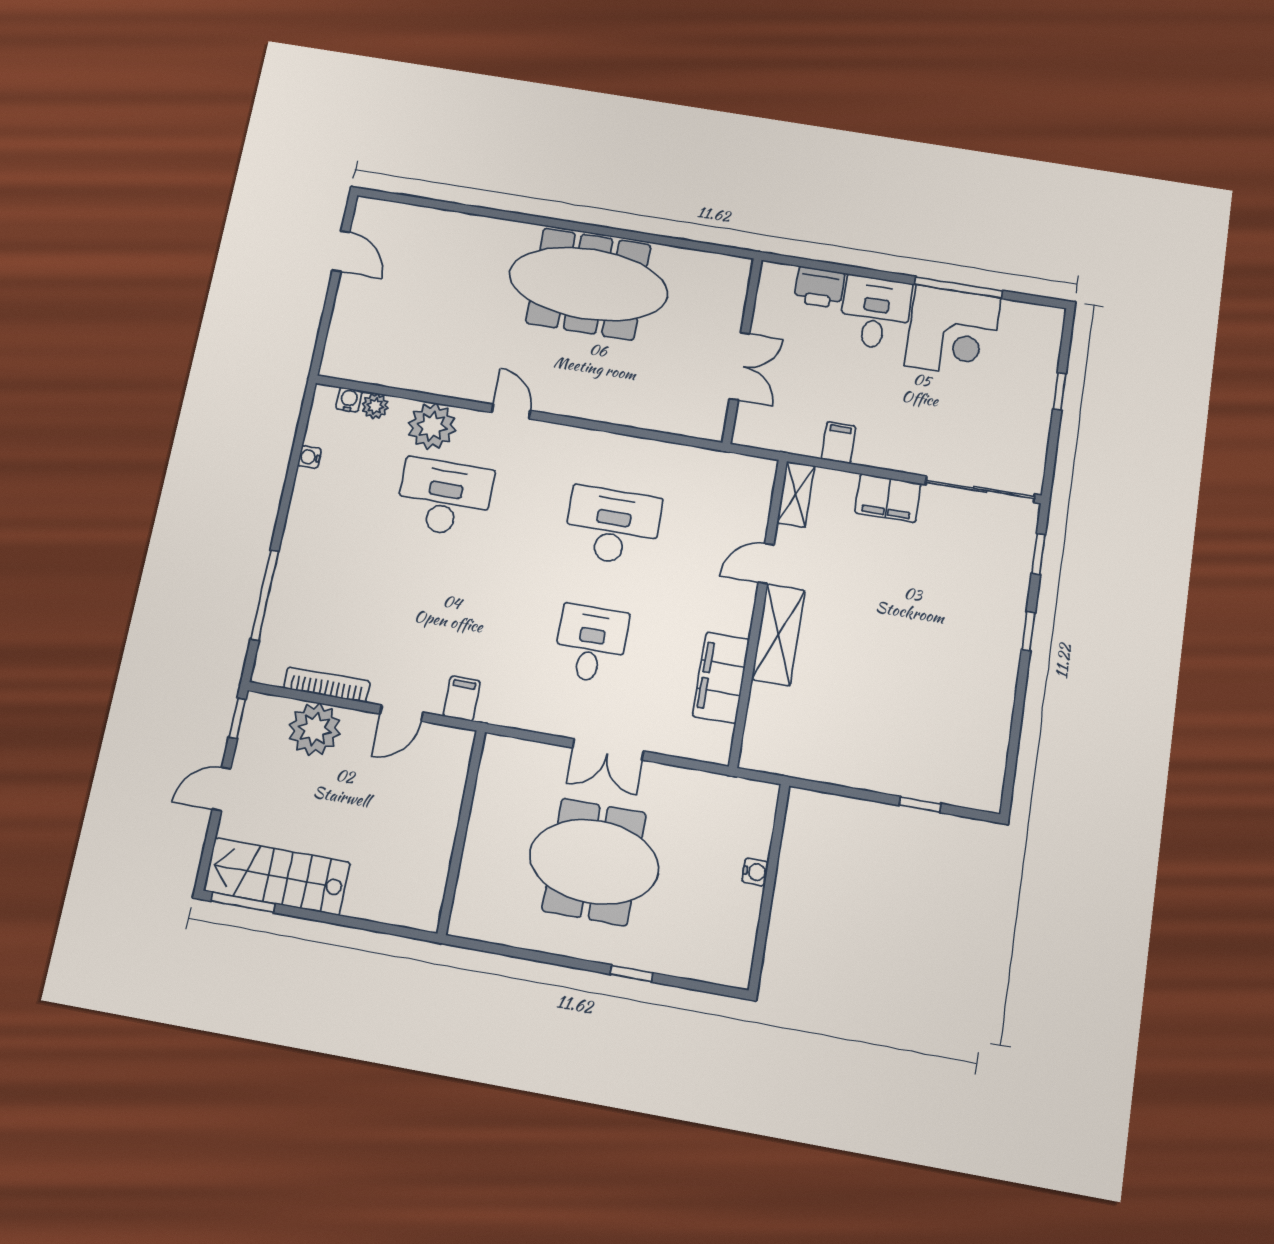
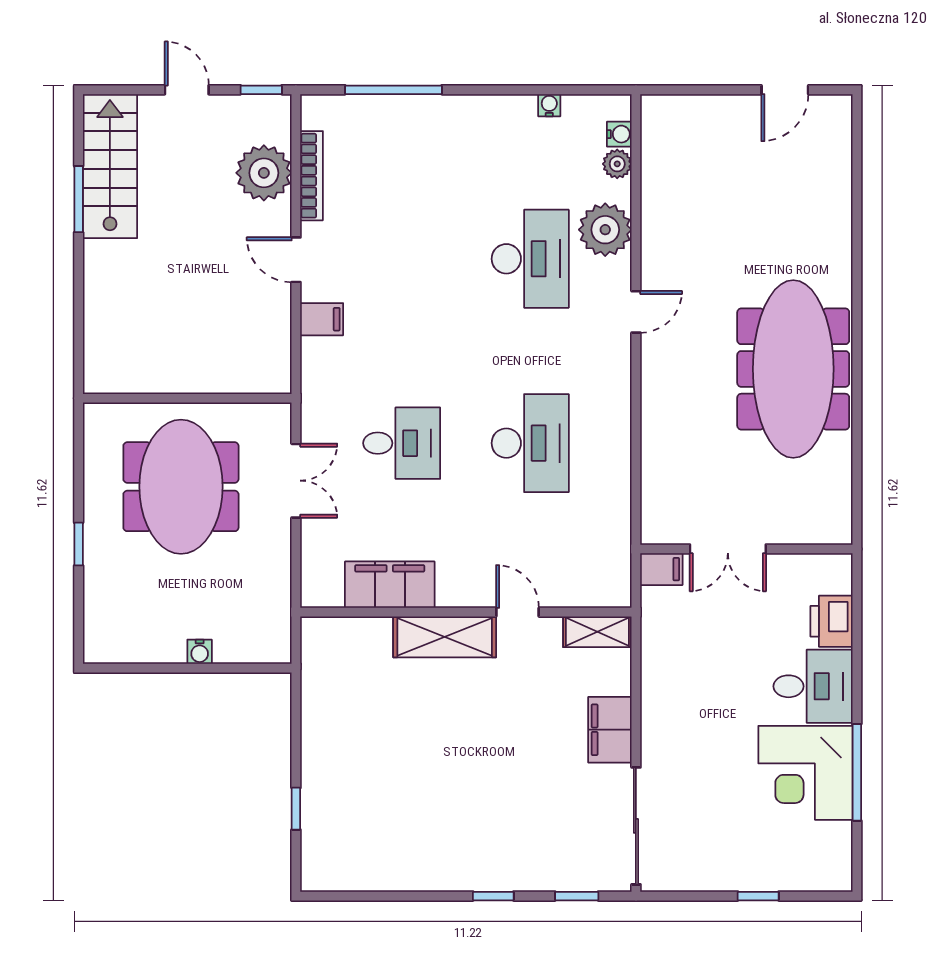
filing cabinet: (839, 443) -> (661, 569), moved
double door: (608, 750) -> (296, 481), swing flipped
wall: (461, 832) -> (187, 398), moved
window: (243, 902) -> (79, 199), moved

